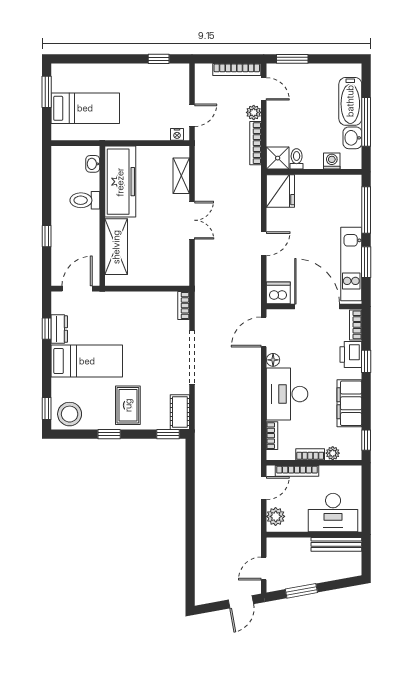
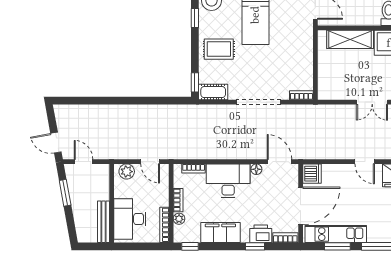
door: (264, 244) -> (365, 162), moved
window: (109, 434) -> (195, 18), moved
bookcase: (297, 471) -> (164, 225), moved

